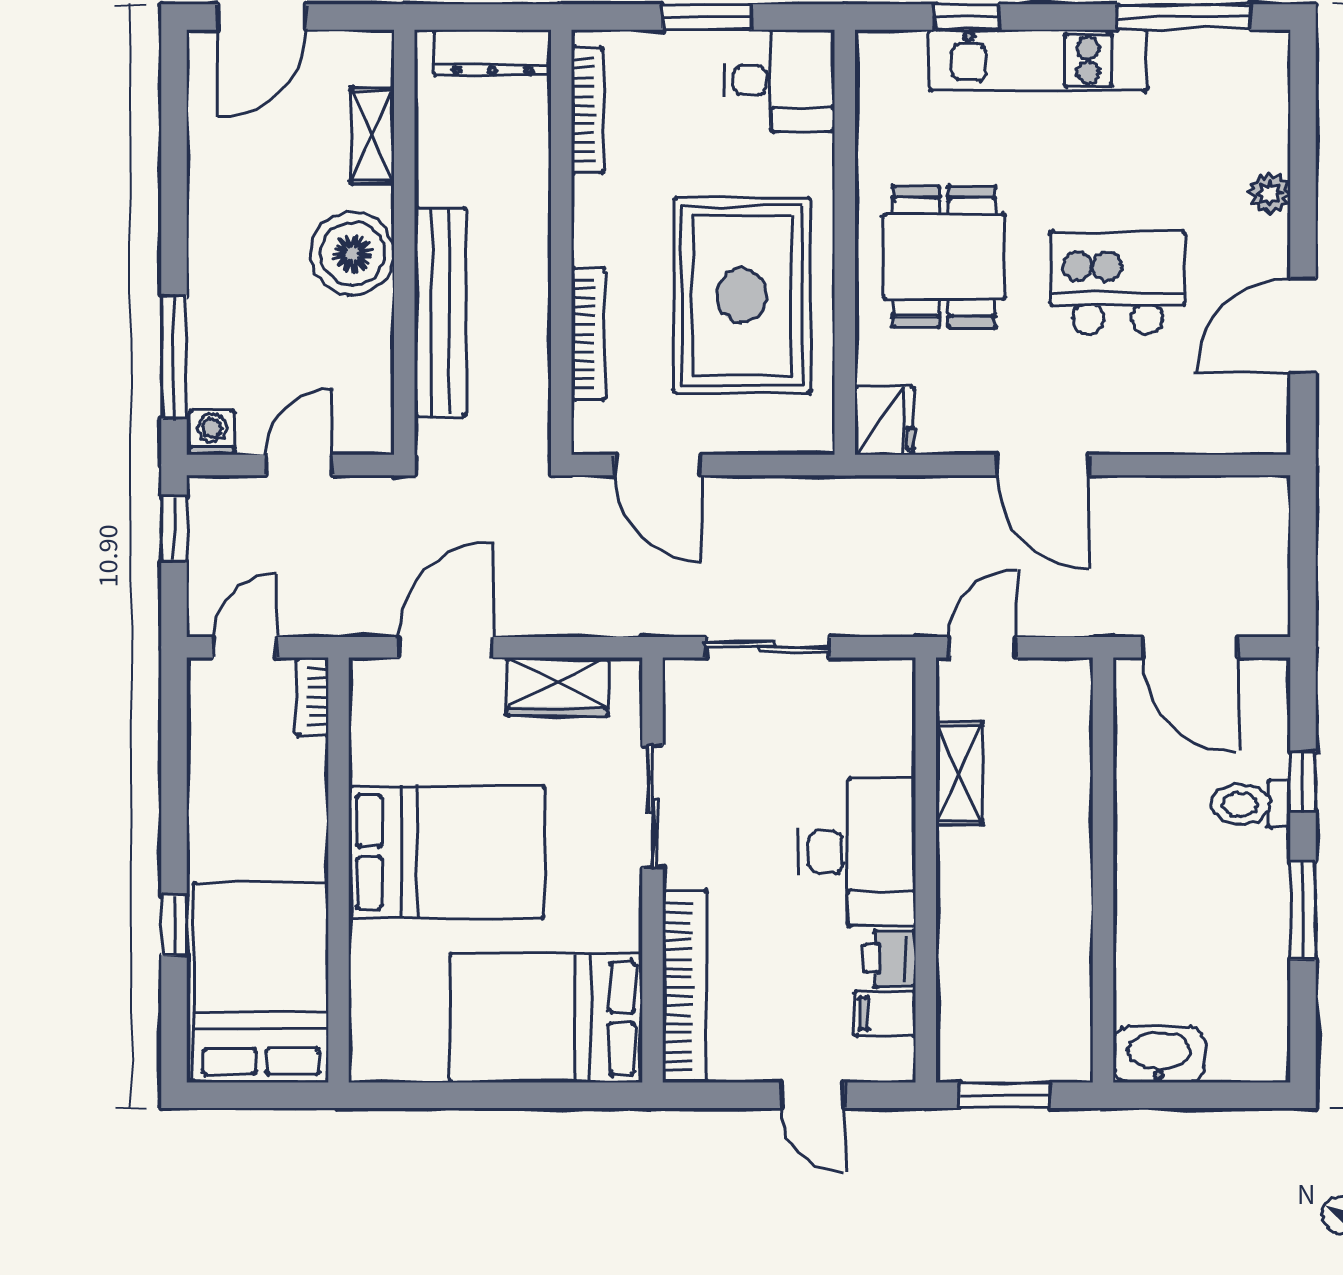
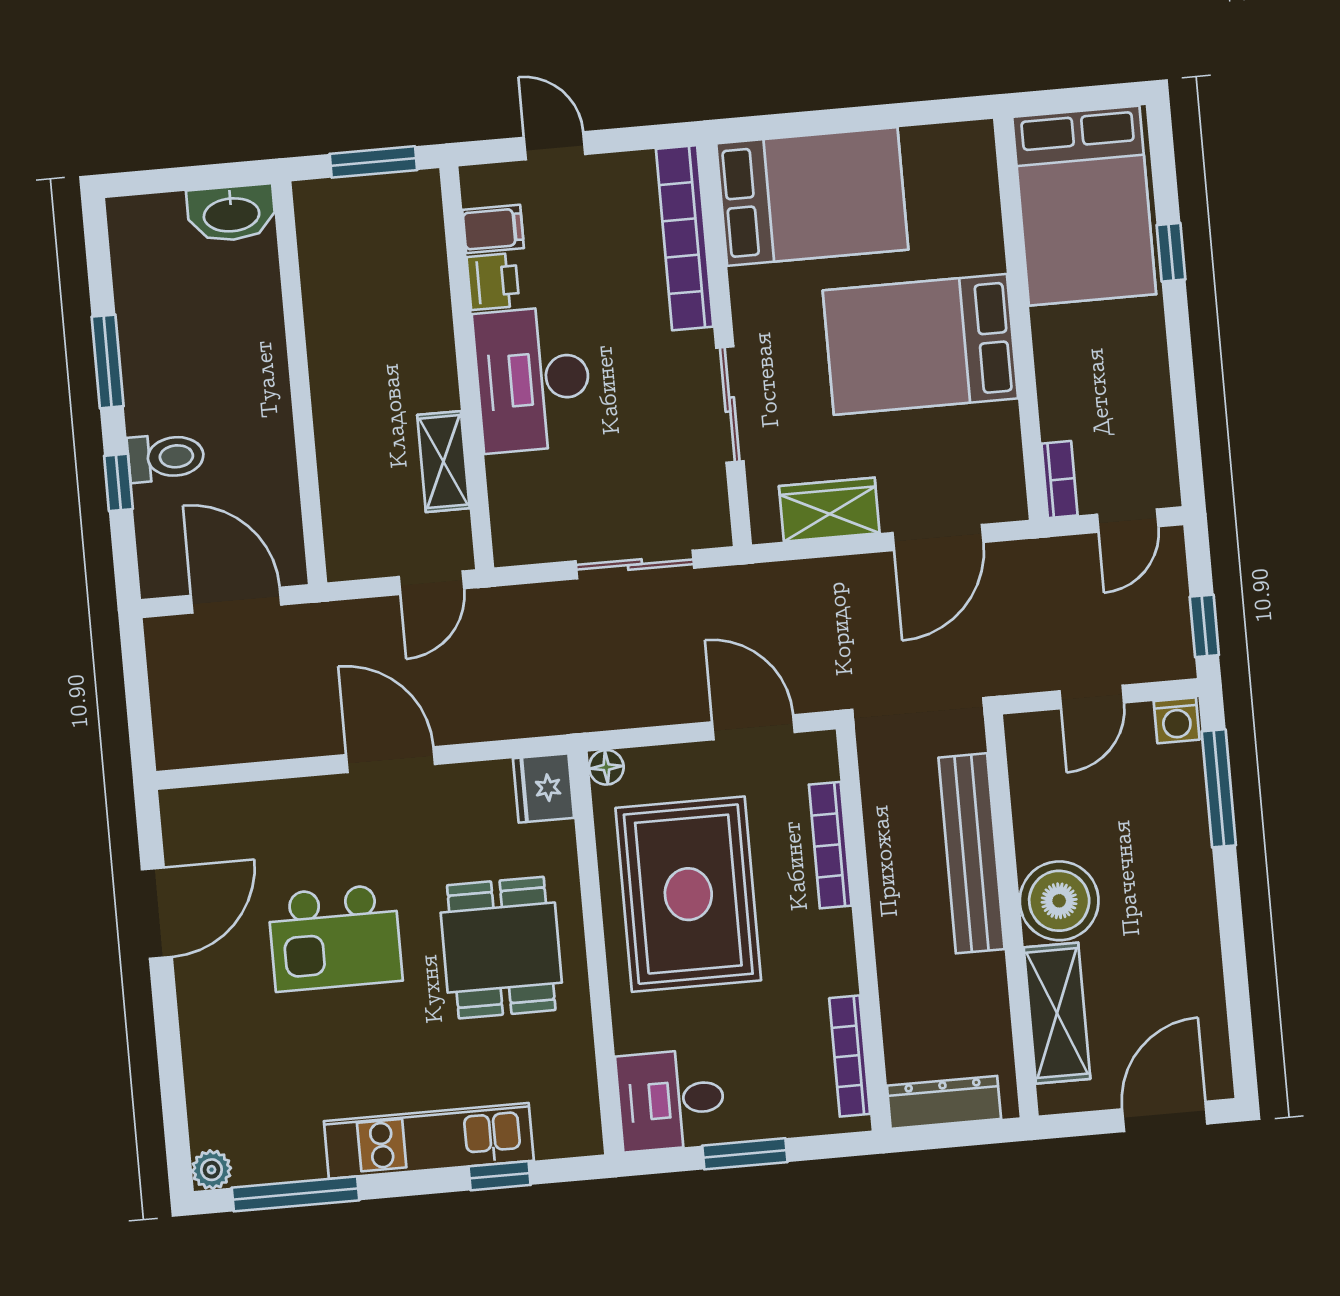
shelving: (373, 136) -> (1057, 1013), width x1.50, depth x1.33
plant: (1270, 193) -> (211, 1170), moved
floor lamp: (816, 437) -> (606, 767), added

